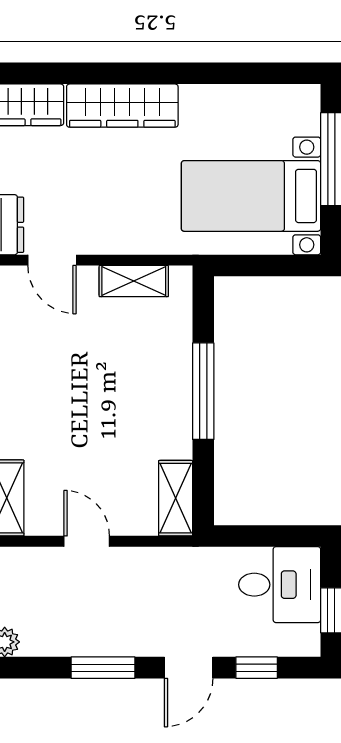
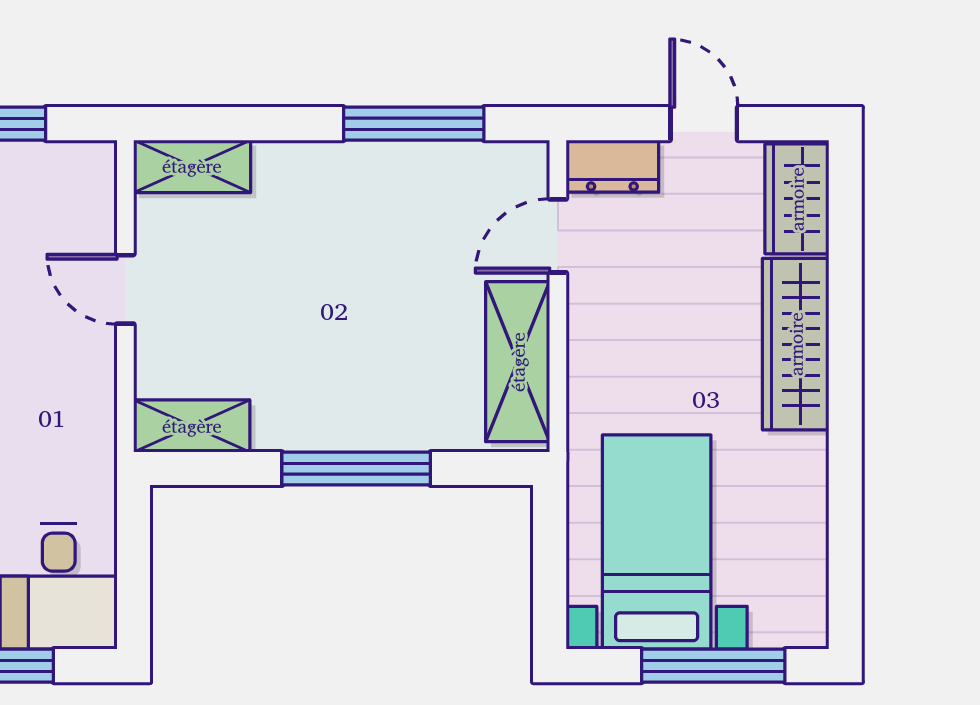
shelving: (134, 281) -> (518, 362), width x1.50, depth x1.33
door: (87, 541) -> (125, 289), swing flipped

